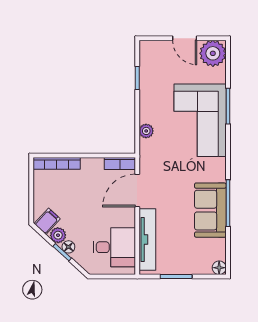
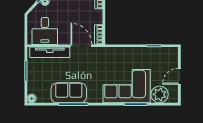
plant: (213, 53) -> (160, 94), moved
plant: (146, 131) -> (120, 52), removed

